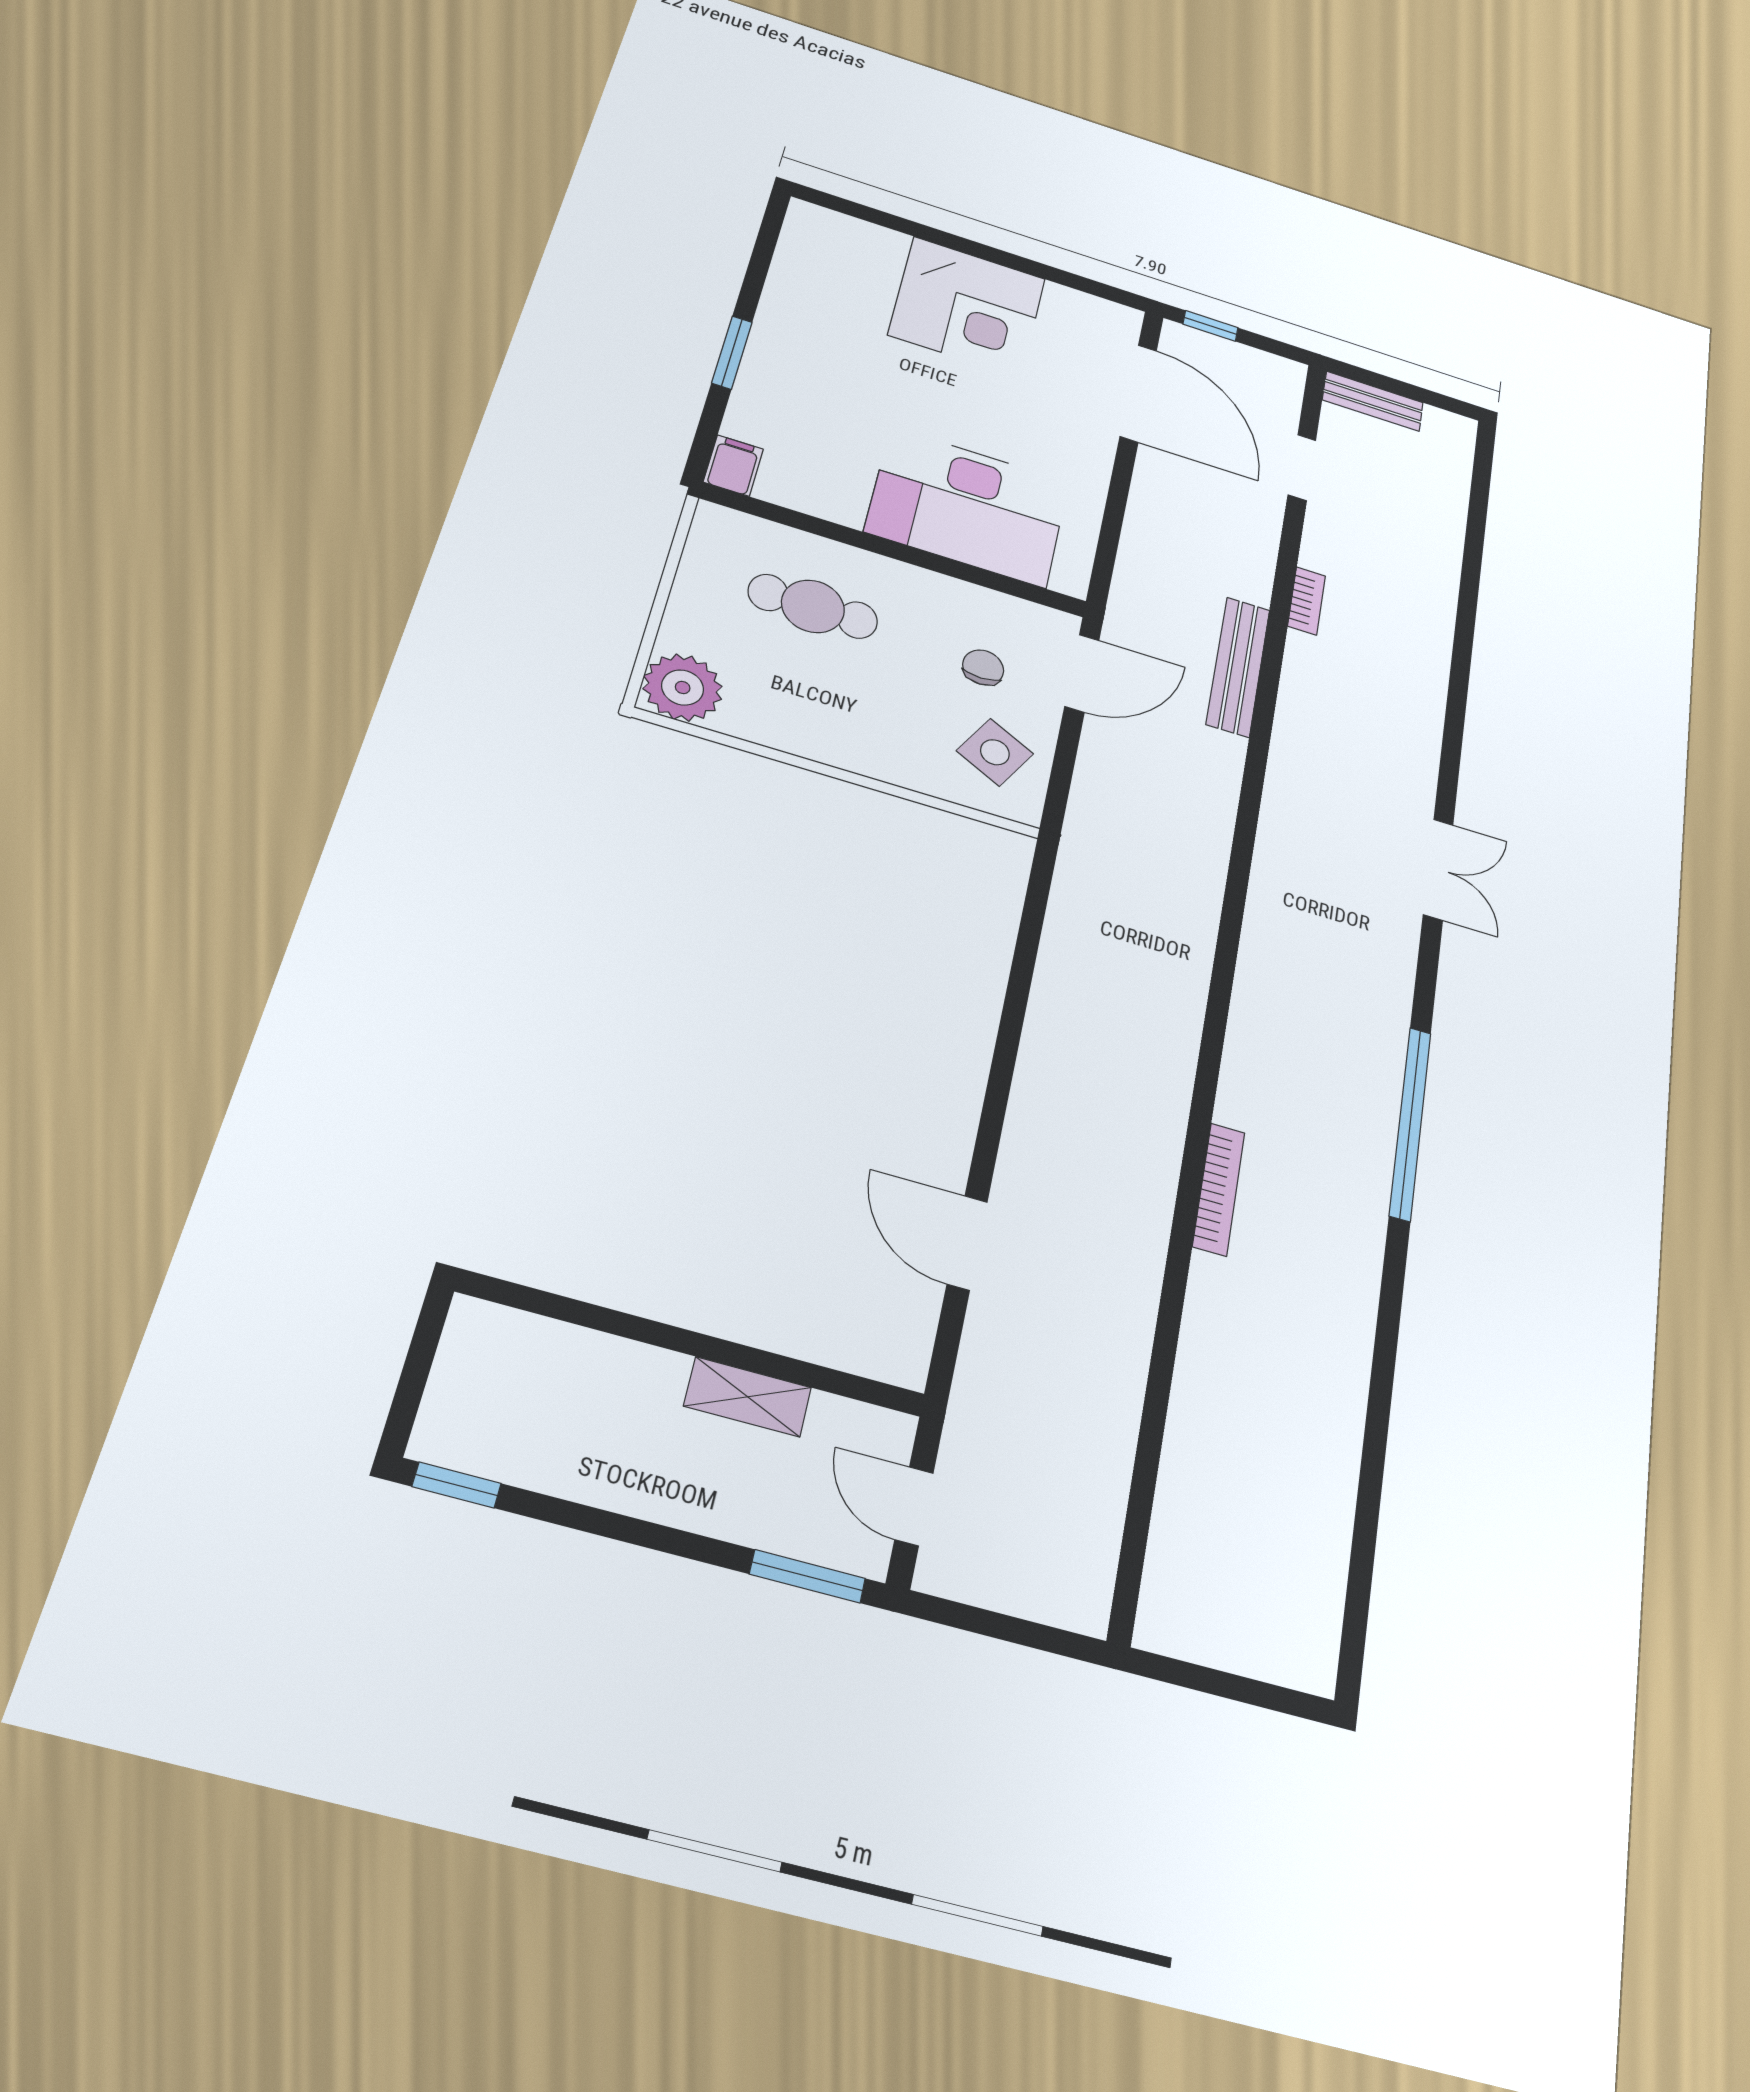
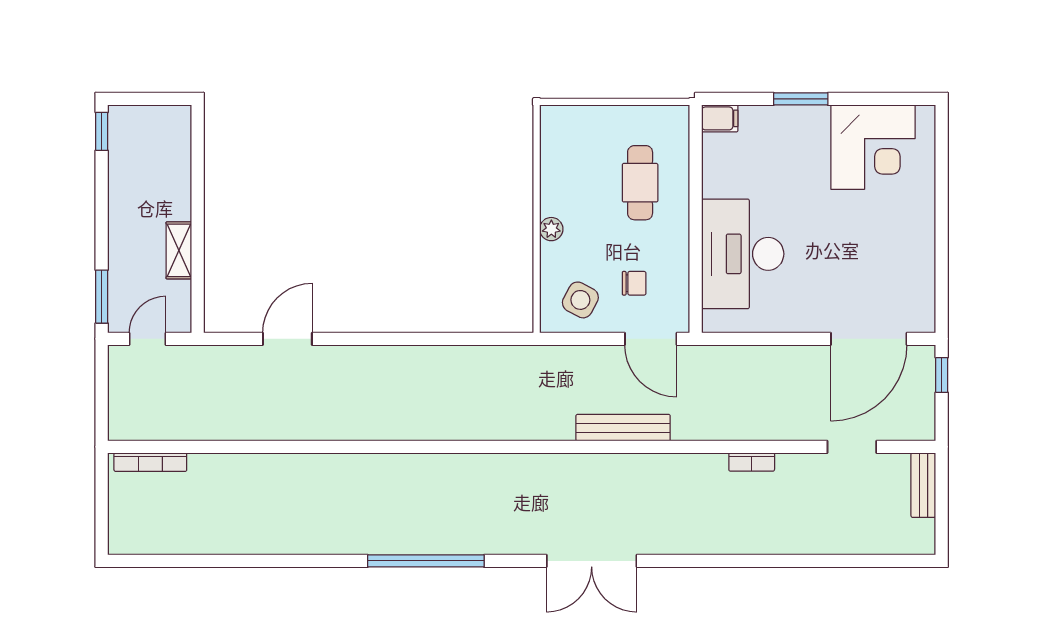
corner desk: (967, 307) -> (873, 147), moved, turned -90
bench: (1238, 667) -> (623, 428), moved
plant: (683, 688) -> (551, 229), moved, width x0.53, depth x0.53
double door: (1438, 869) -> (592, 561), width x1.37
bookcase: (1219, 1189) -> (150, 462), moved

